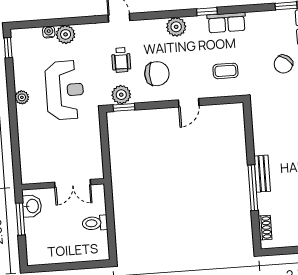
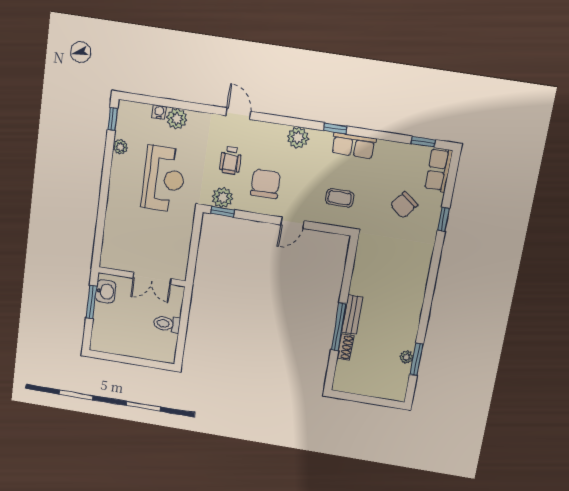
chair: (157, 74) -> (265, 184), turned -90
plant: (22, 97) -> (120, 147), moved
shoe rack: (265, 228) -> (345, 347), moved

